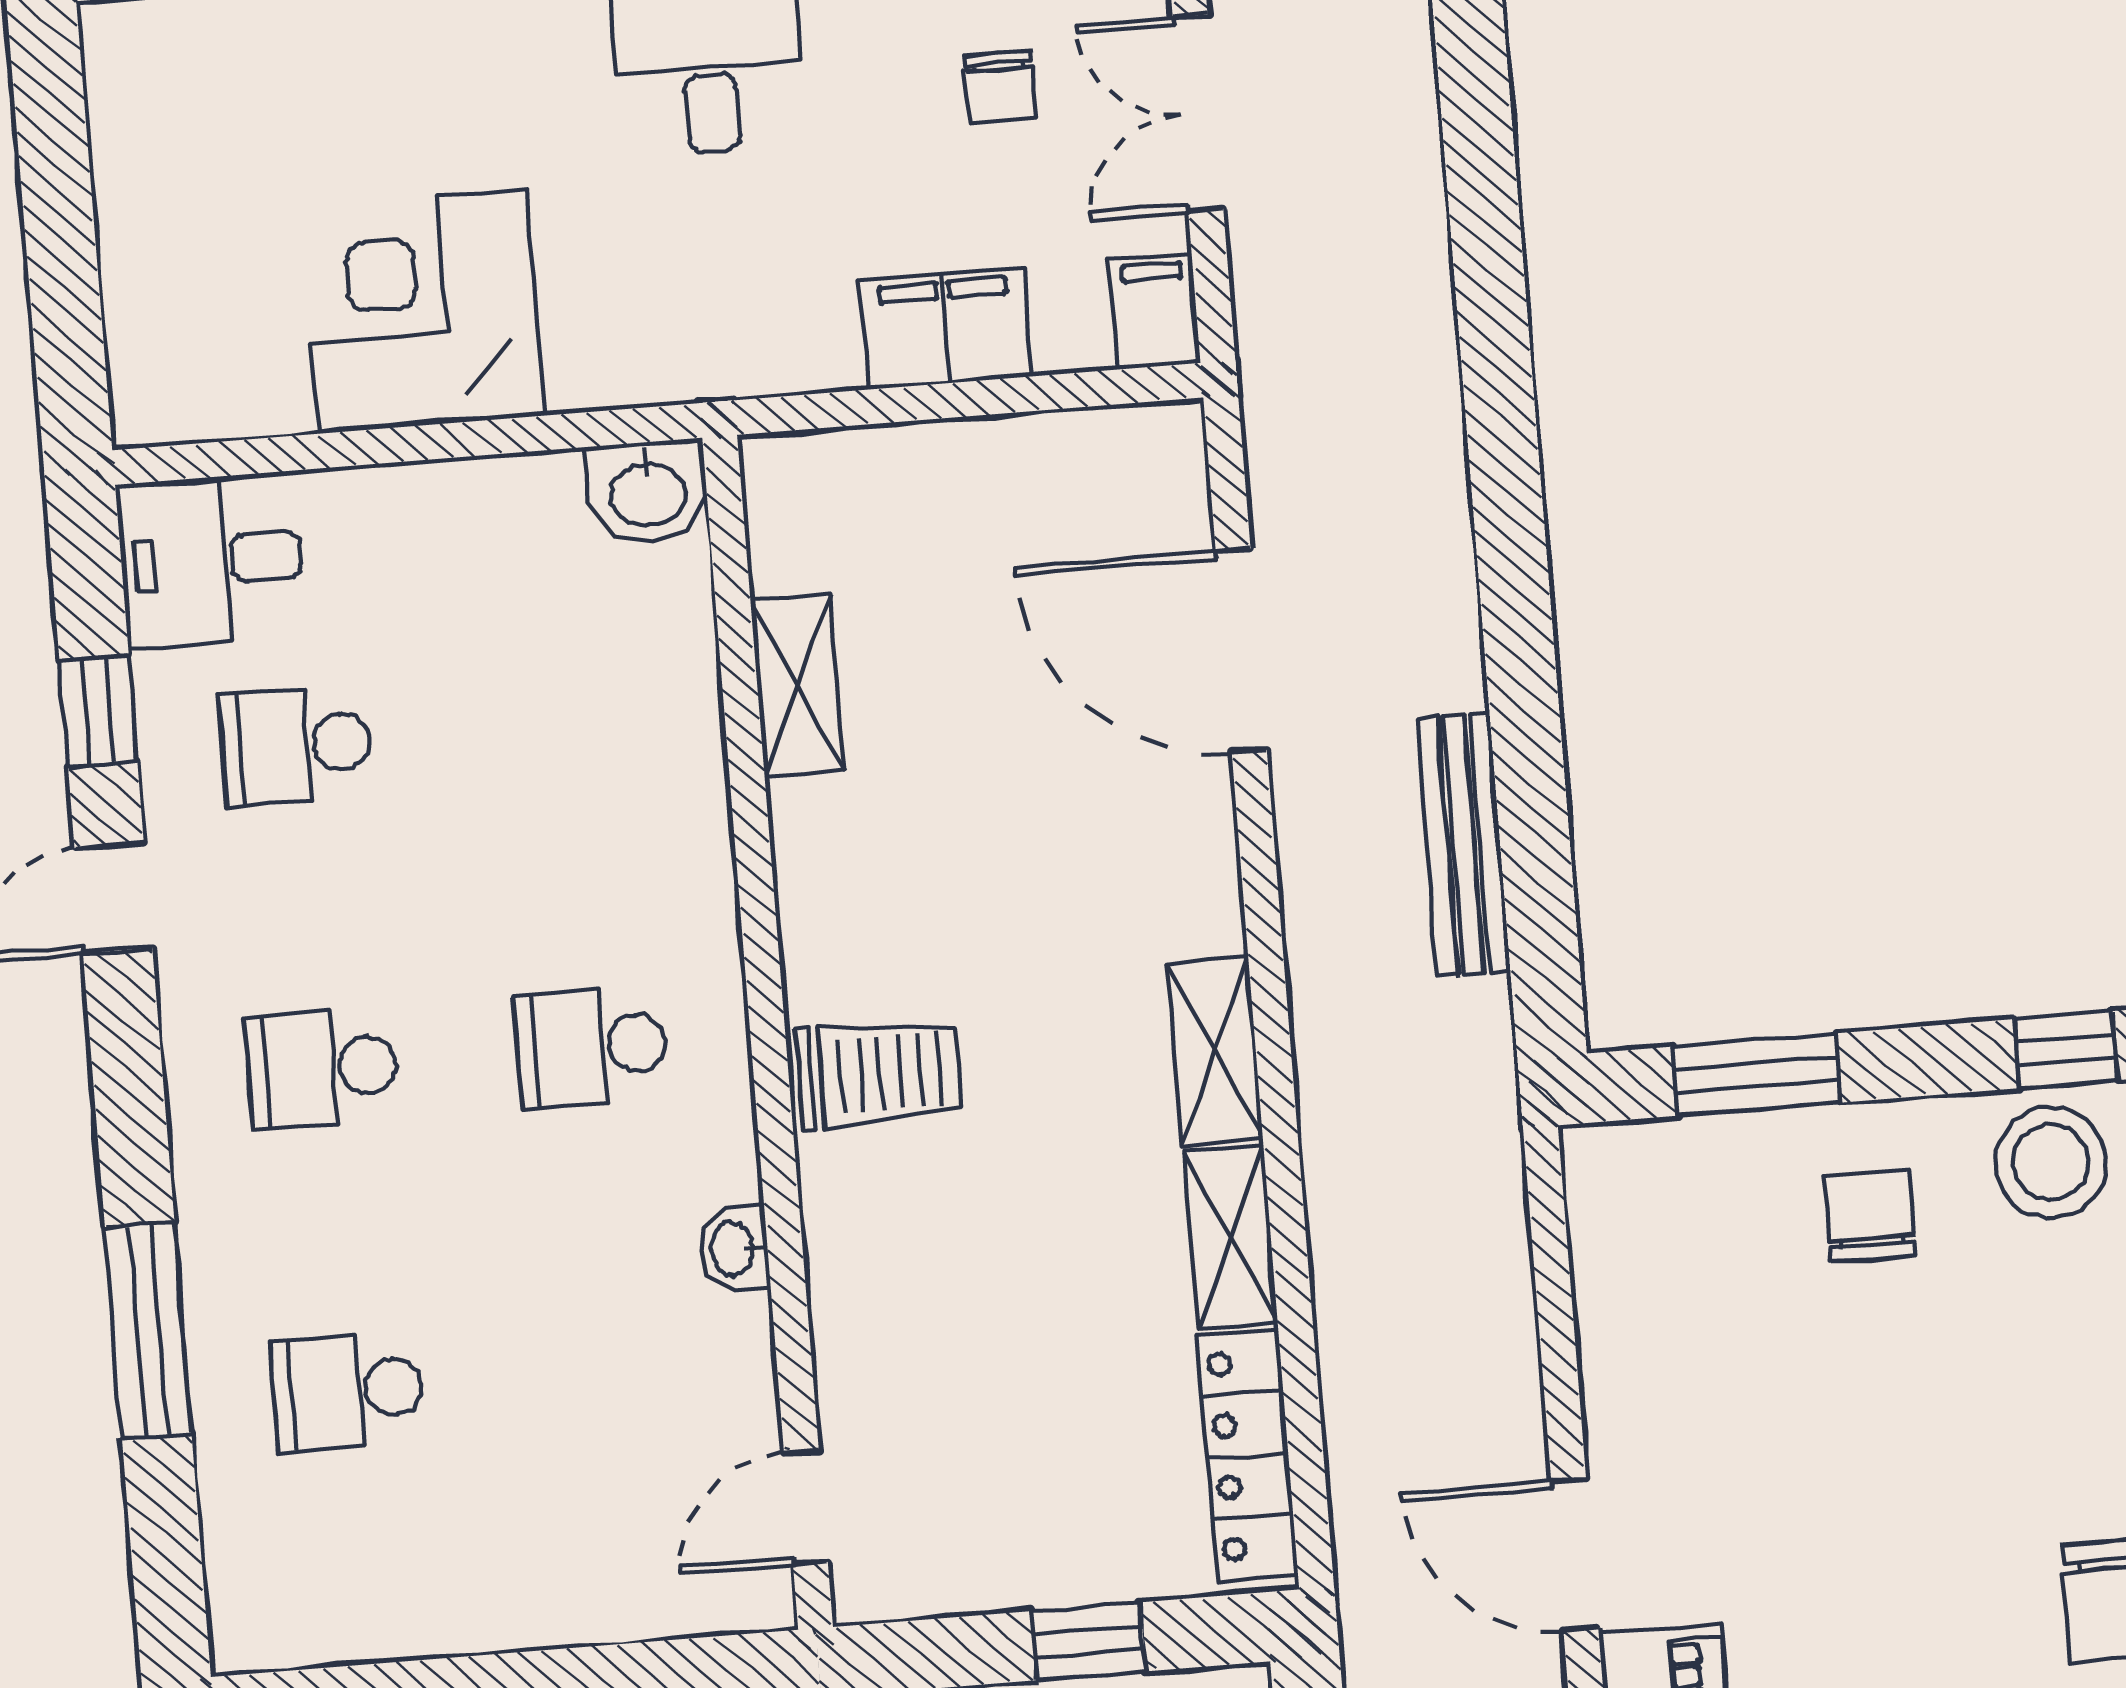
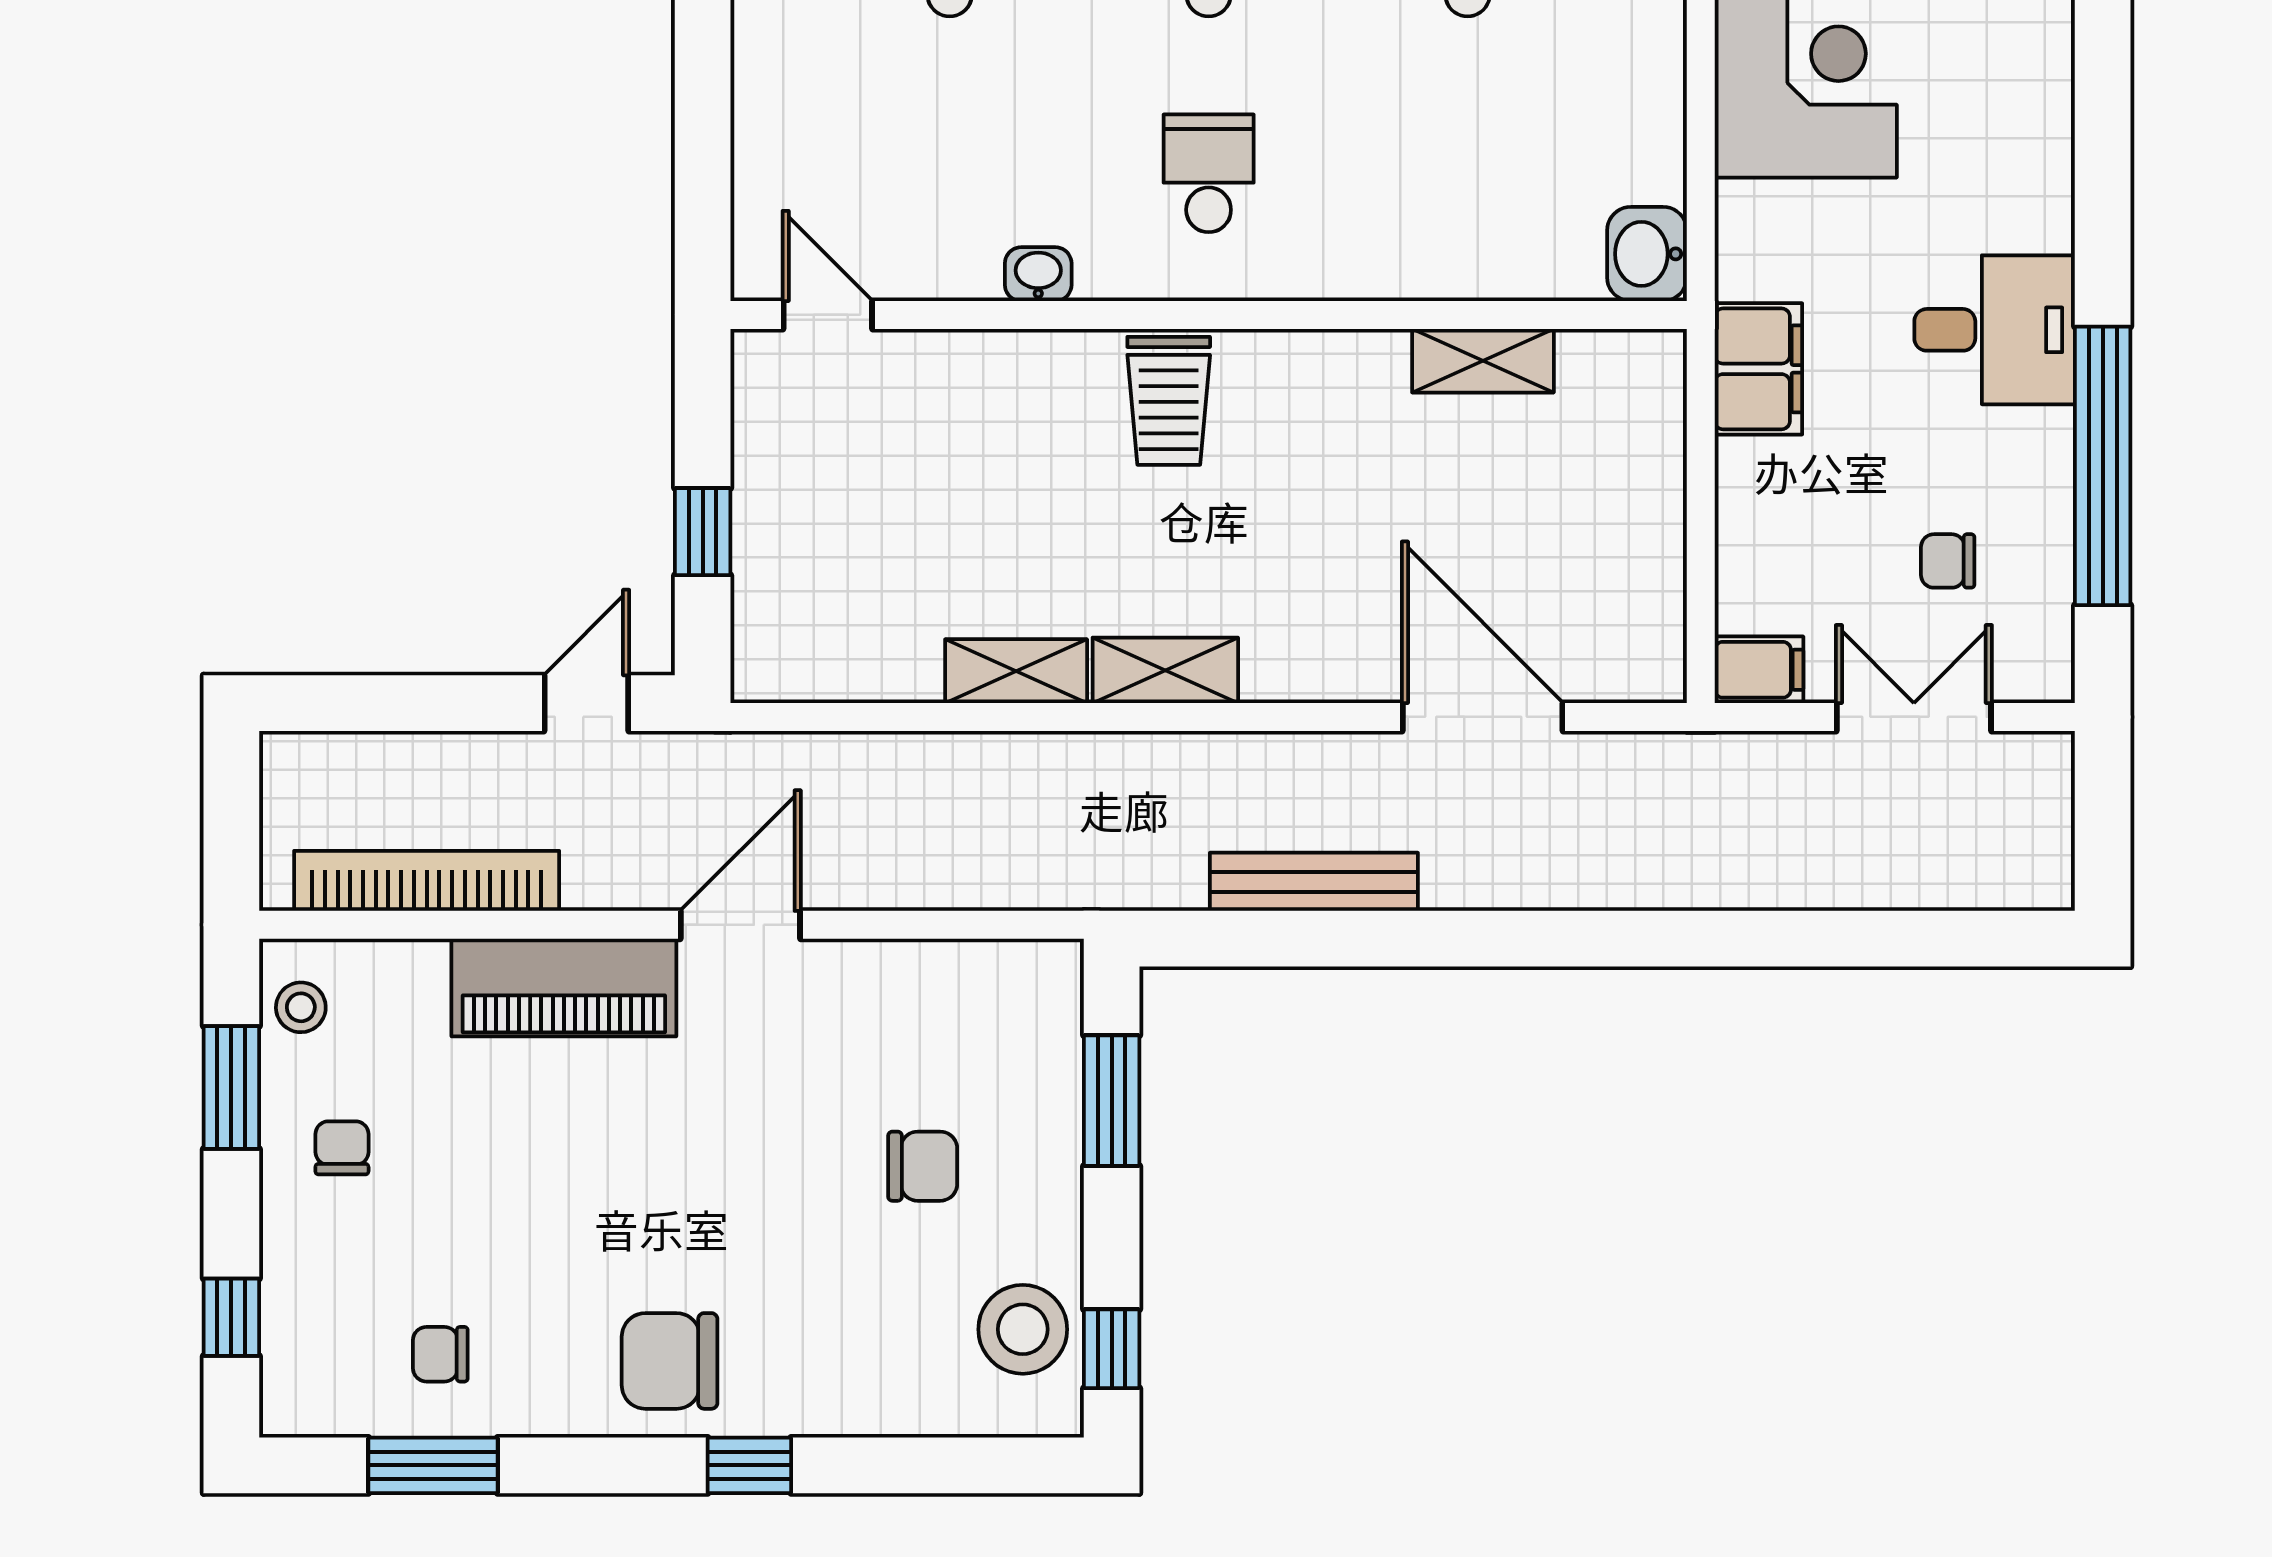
filing cabinet: (946, 328) -> (1758, 369), moved
door: (1241, 650) -> (1483, 717), hinge flipped
chair: (1870, 1216) -> (923, 1166), moved
locker: (1248, 1455) -> (841, 670), removed

